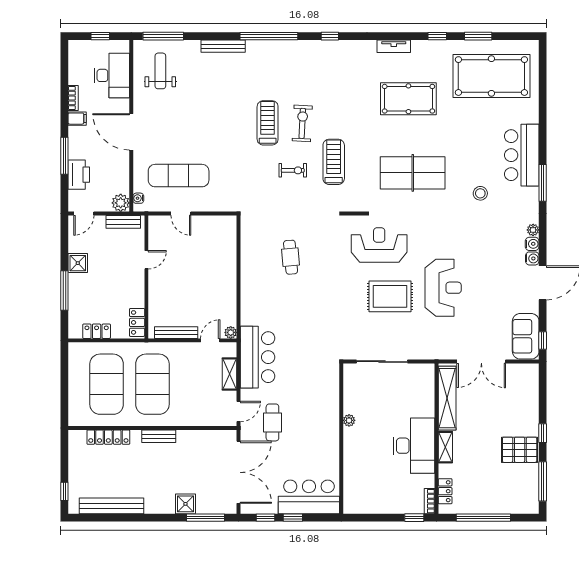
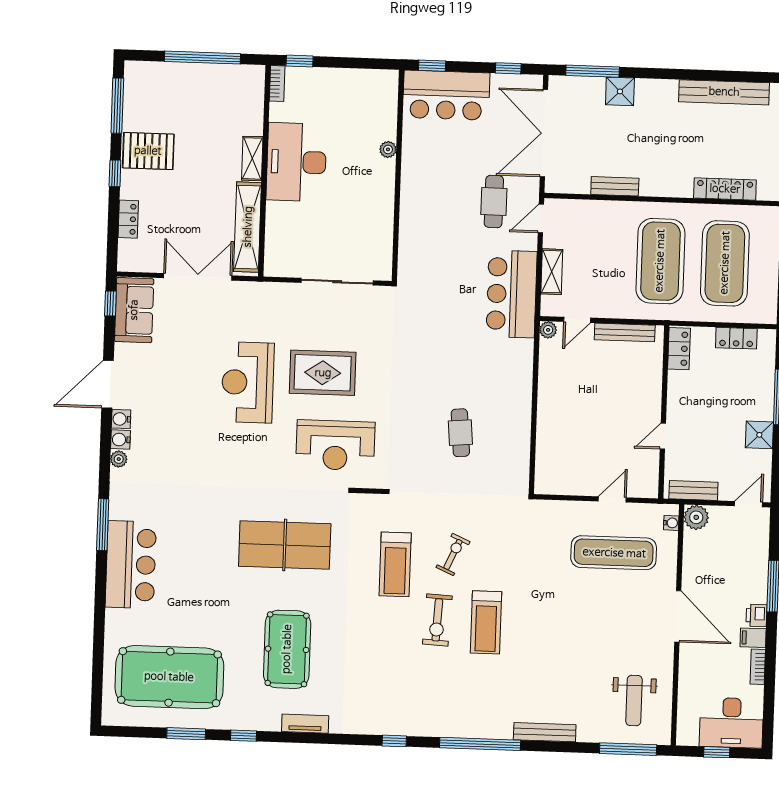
desk: (112, 75) -> (731, 723), moved, turned -90
pool table: (408, 99) -> (287, 649), turned 90
exercise bike: (293, 170) -> (453, 554), turned 114
printer: (79, 175) -> (756, 616), moved, width x0.53, depth x0.68
stool: (480, 193) -> (191, 513), removed
door: (181, 213) -> (612, 499), hinge flipped
plant: (349, 420) -> (388, 149), moved
bench: (159, 436) -> (615, 186), moved
locker: (445, 491) -> (128, 219), moved, turned 180
window: (293, 518) -> (432, 66), moved

